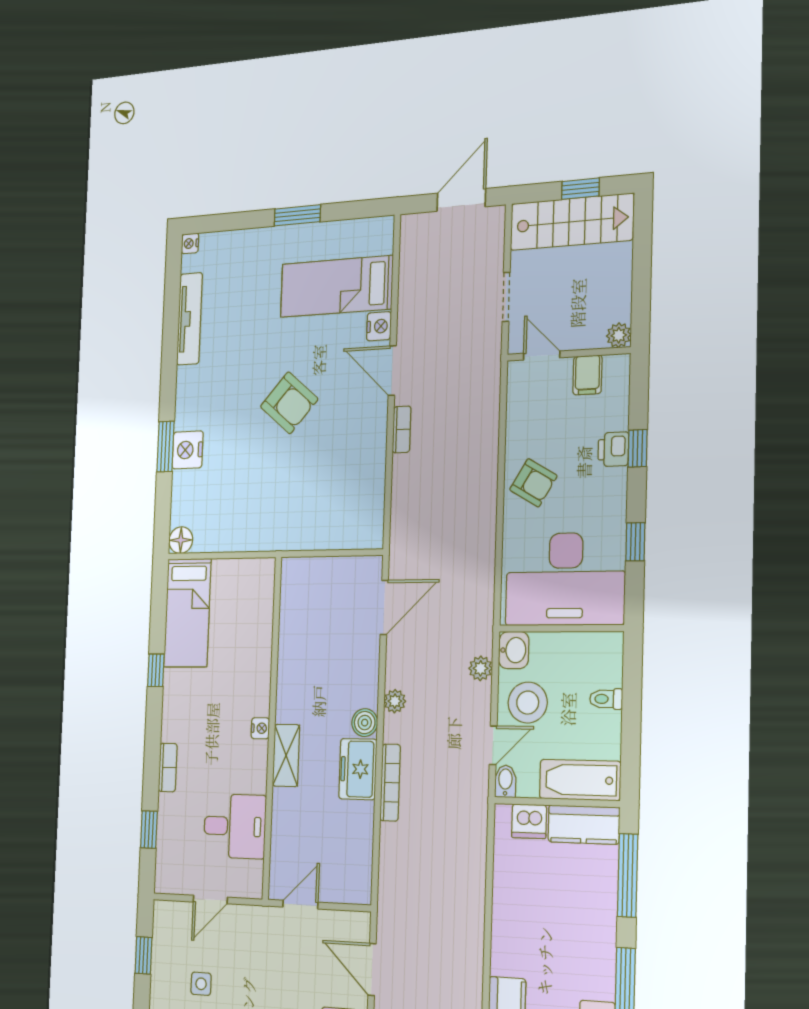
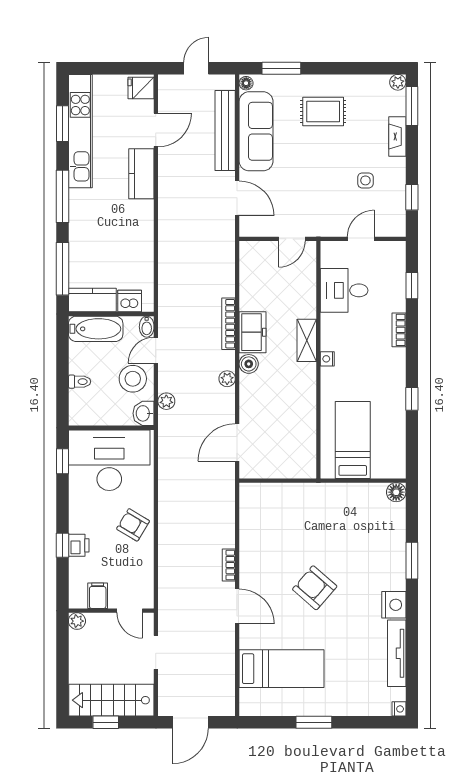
nightstand: (379, 326) -> (248, 638), removed
nightstand: (188, 450) -> (394, 605), moved
window: (635, 542) -> (62, 461), moved
bed: (187, 613) -> (353, 440), moved

